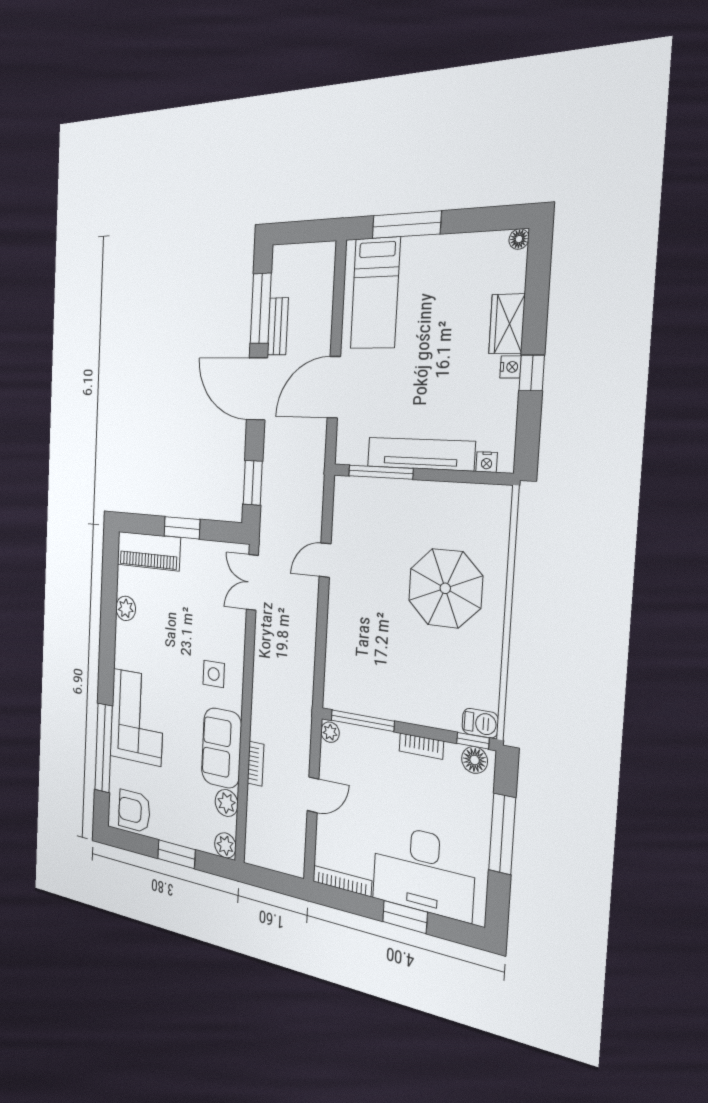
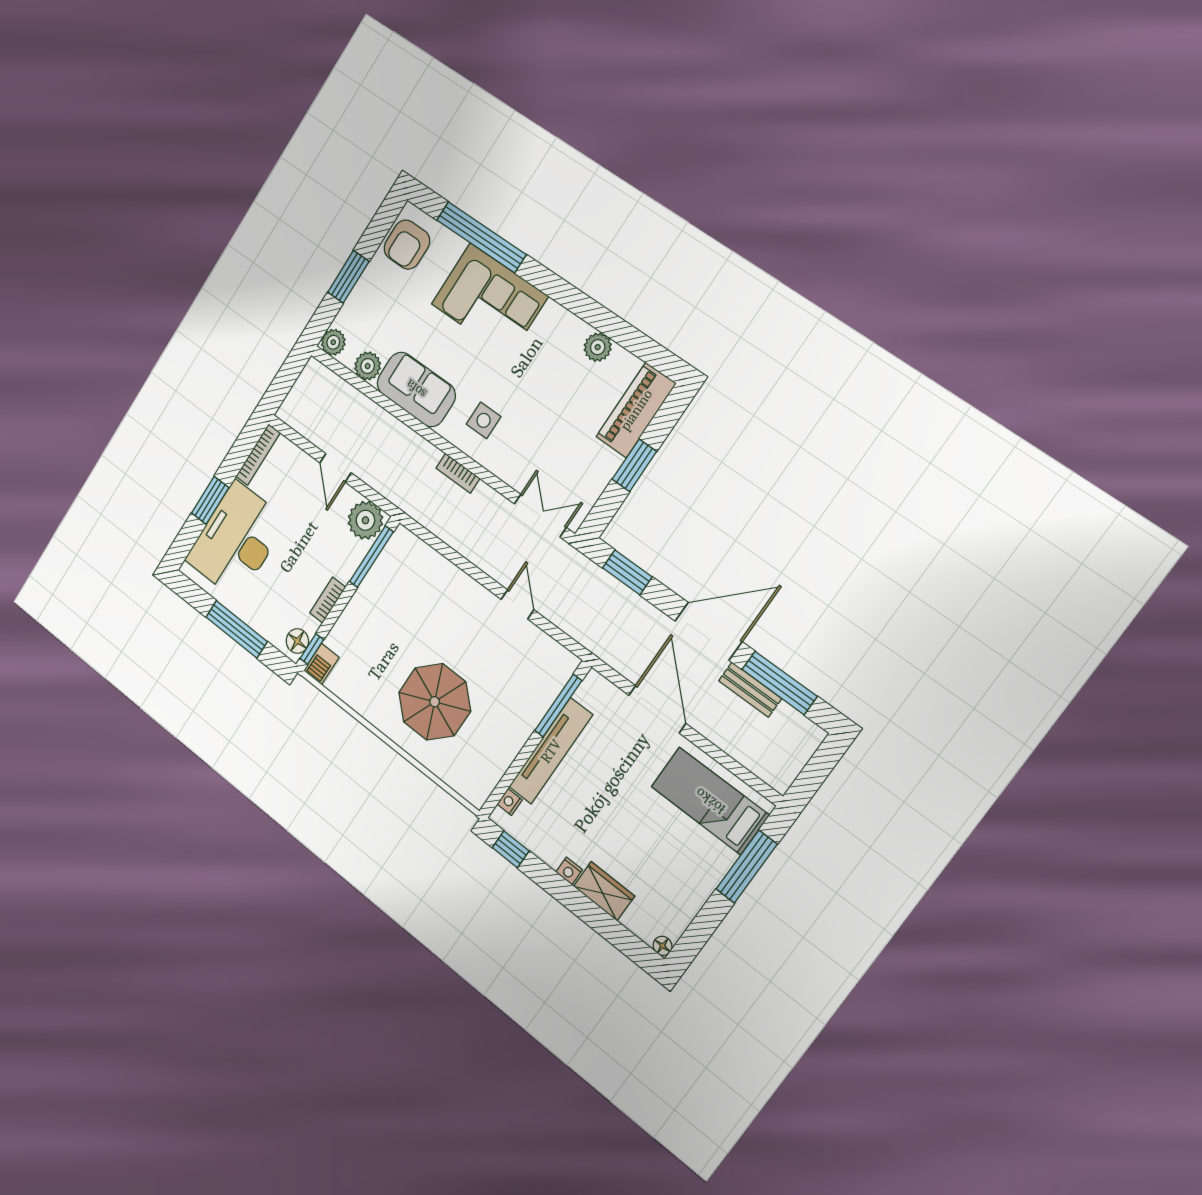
window: (532, 373) -> (511, 849), moved
plant: (330, 732) -> (365, 520), width x1.88, depth x1.88
bookcase: (256, 764) -> (458, 473), moved
armchair: (134, 811) -> (407, 245), turned 180

